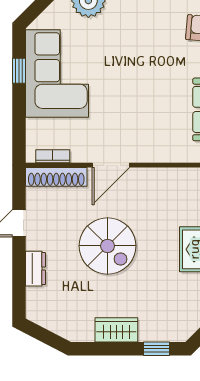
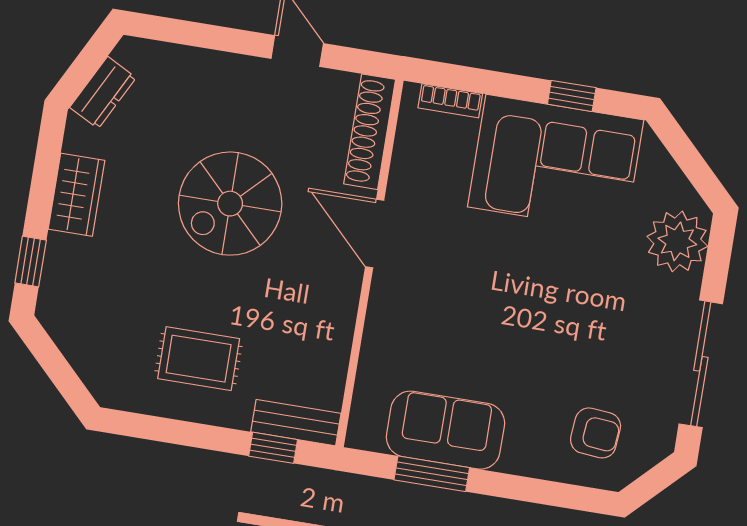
bookcase: (53, 156) -> (450, 101), moved, turned 90
dresser: (36, 269) -> (103, 93), moved, turned -63

